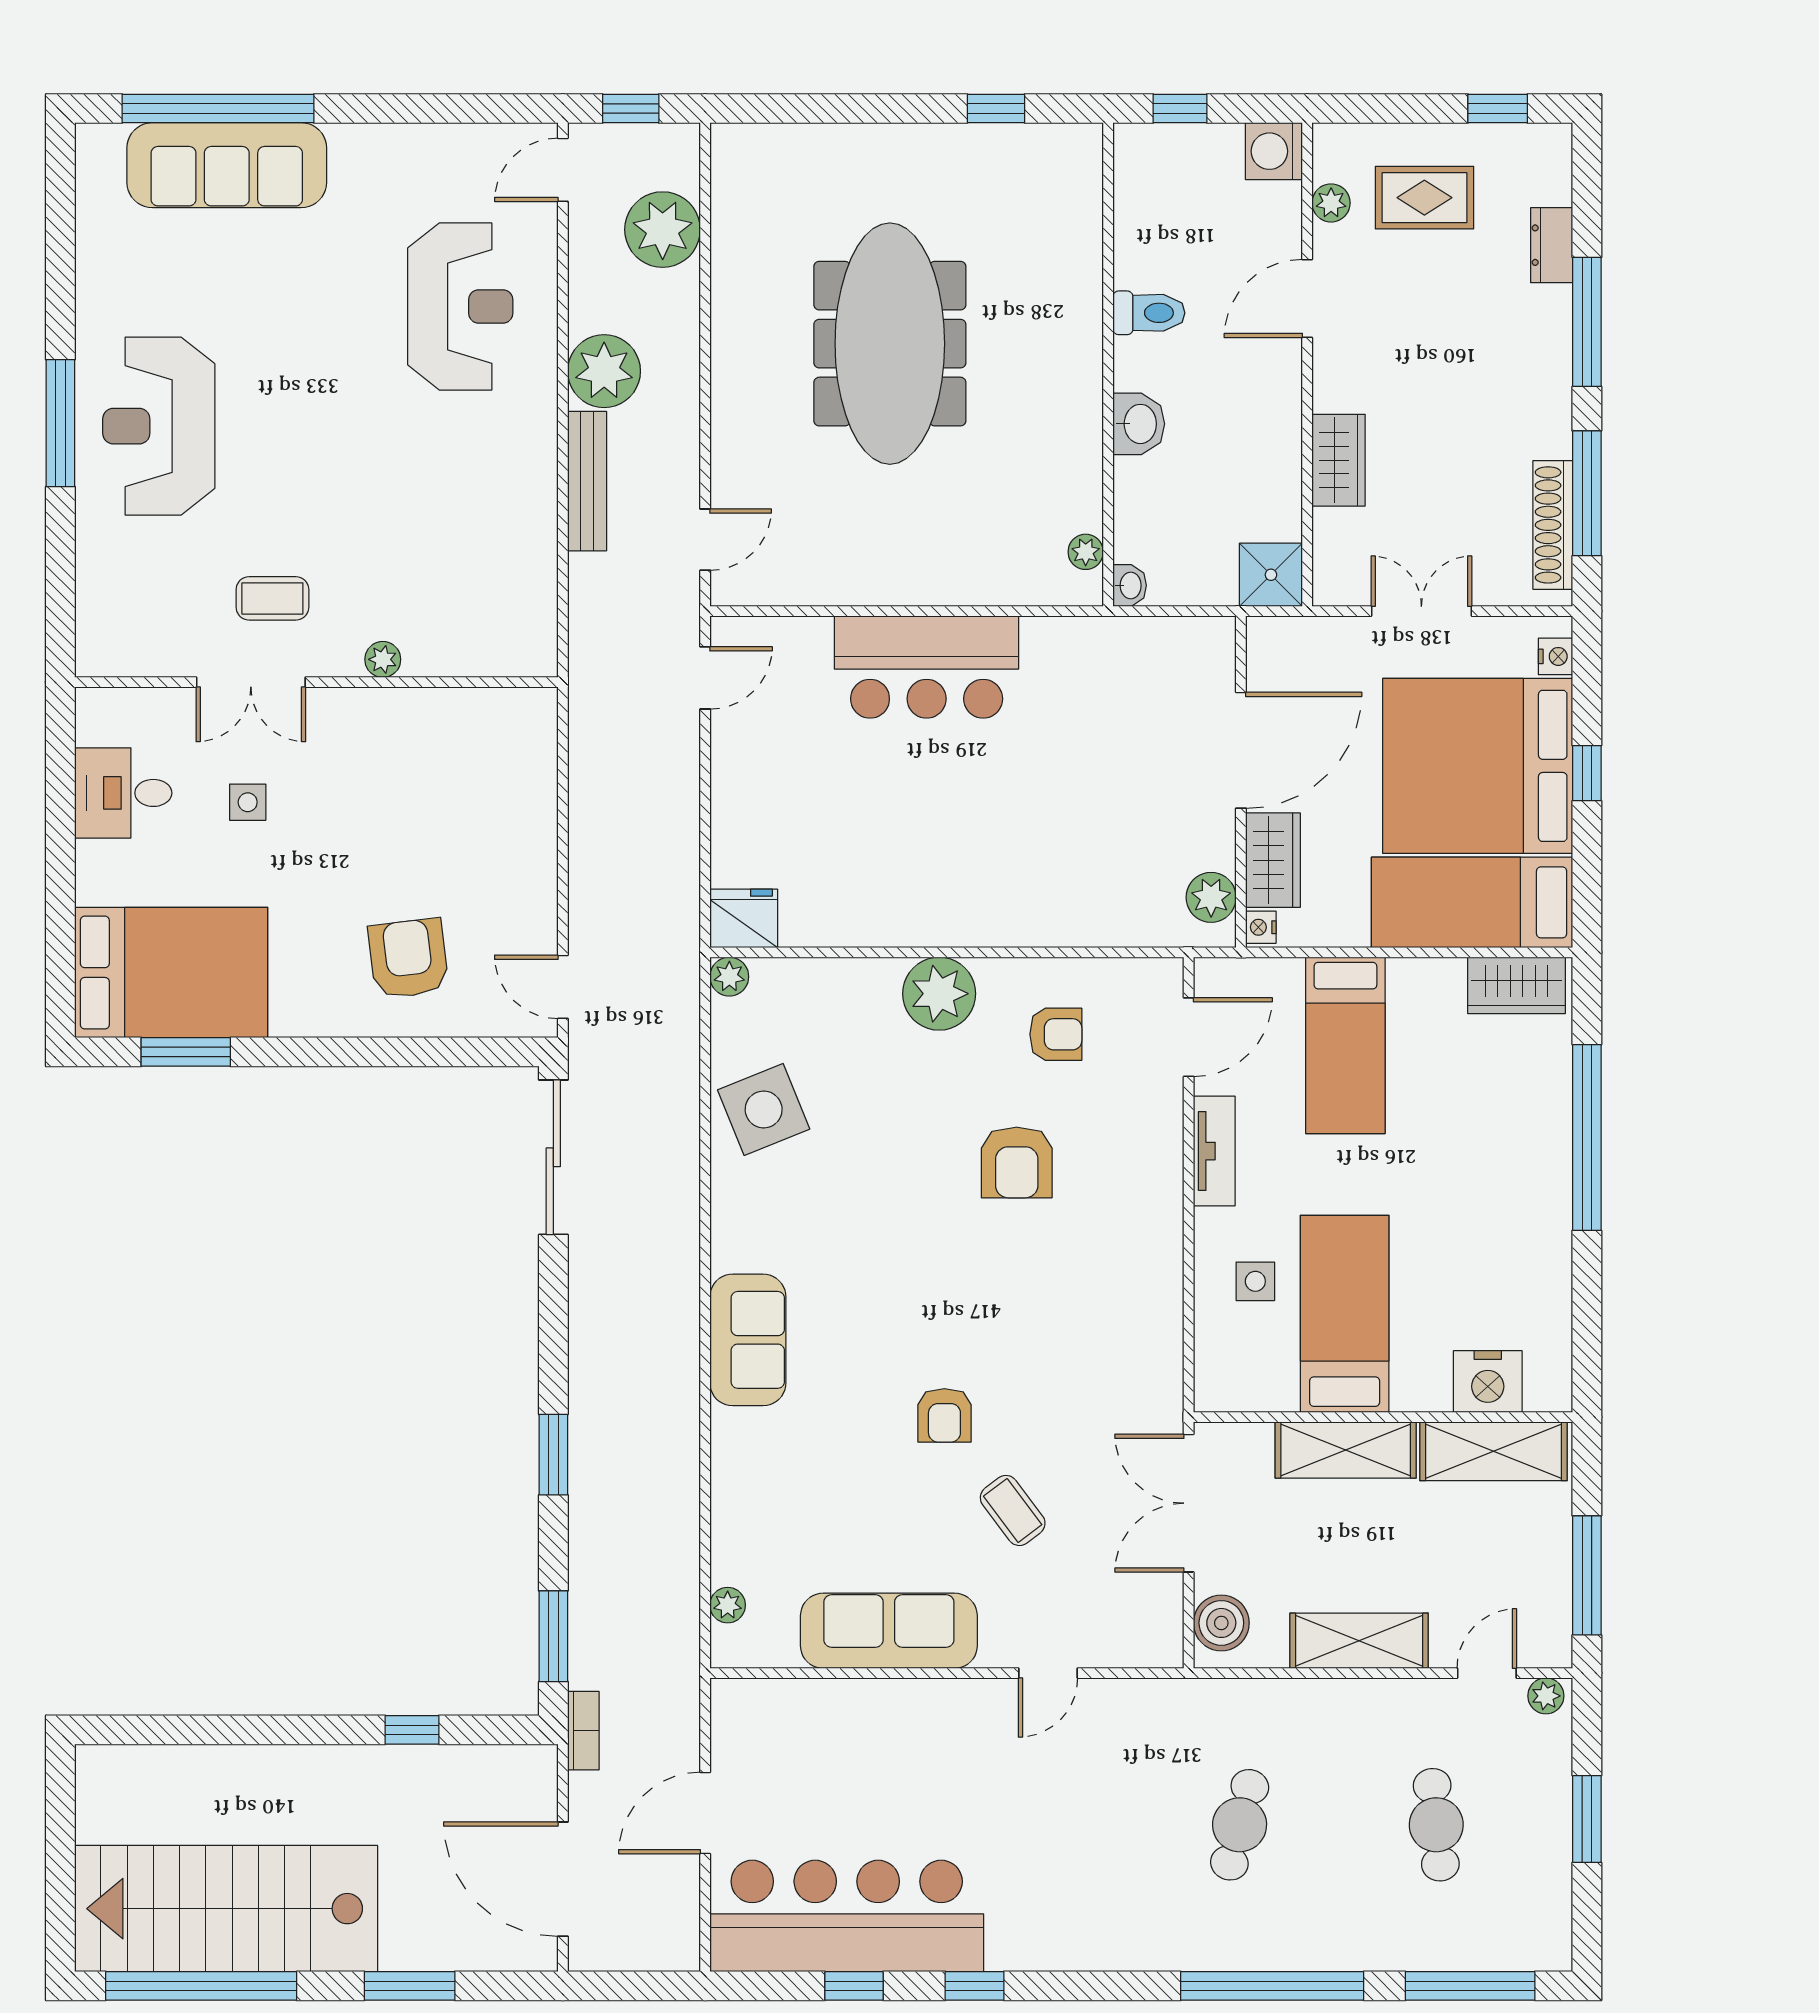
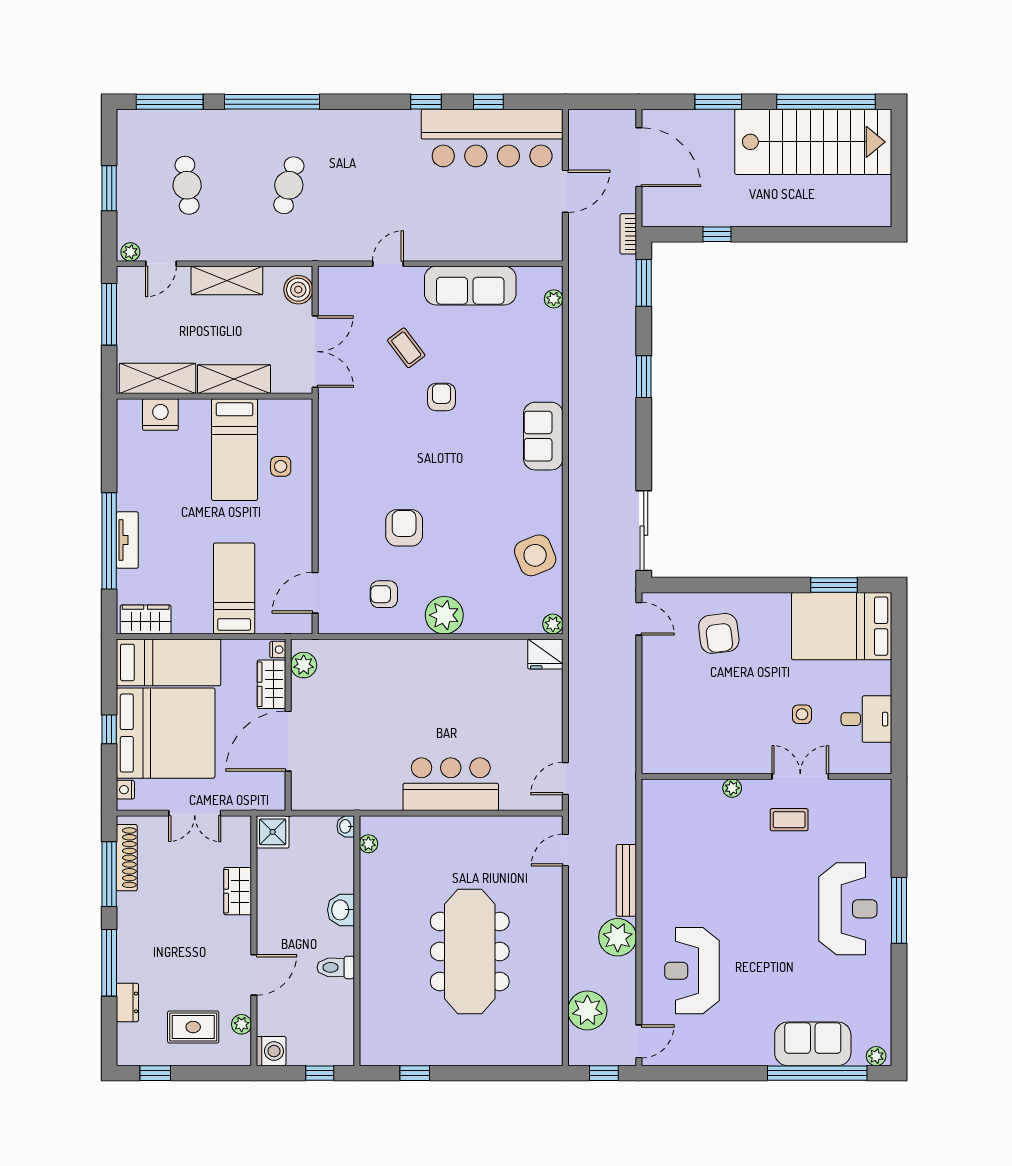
plant: (104, 141) -> (876, 1056), added
sofa: (227, 165) -> (813, 1044), width x0.73
tv unit: (1214, 1151) -> (127, 540), moved, turned 180

